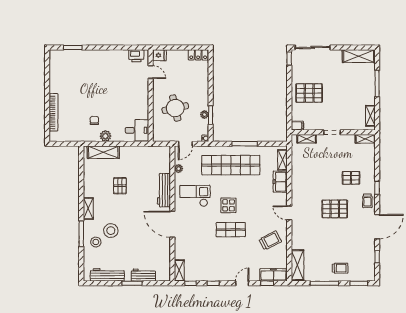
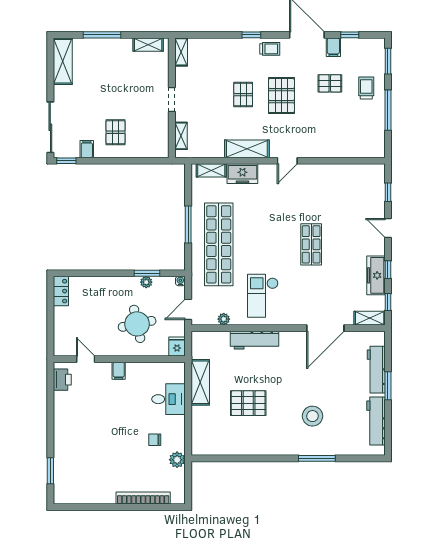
fridge: (159, 55) -> (177, 347), moved
door: (151, 72) -> (86, 359), hinge flipped
pallet: (309, 93) -> (116, 132), width x0.67, depth x0.71
filing cabinet: (142, 95) -> (119, 371), added
filing cabinet: (297, 126) -> (87, 149), moved
desk: (137, 130) -> (169, 399), moved, turned 90
plant: (106, 136) -> (177, 460), moved
door: (185, 144) -> (188, 309), swing flipped
shelving: (103, 152) -> (200, 382), moved
pallet: (351, 178) -> (243, 95), moved
pallet: (120, 186) -> (248, 403), width x1.50, depth x1.42
display table: (228, 205) -> (276, 248), removed
shelving: (88, 209) -> (281, 448), removed
door: (172, 224) -> (325, 328), moved
trolley: (270, 240) -> (327, 188), removed
stool: (96, 242) -> (329, 438), removed
pallet: (343, 243) -> (330, 83), added
filing cabinet: (368, 245) -> (333, 47), added
shelving: (297, 265) -> (247, 149), moved
workbench: (143, 275) -> (376, 370), width x1.38
freezer: (273, 275) -> (376, 275), moved

